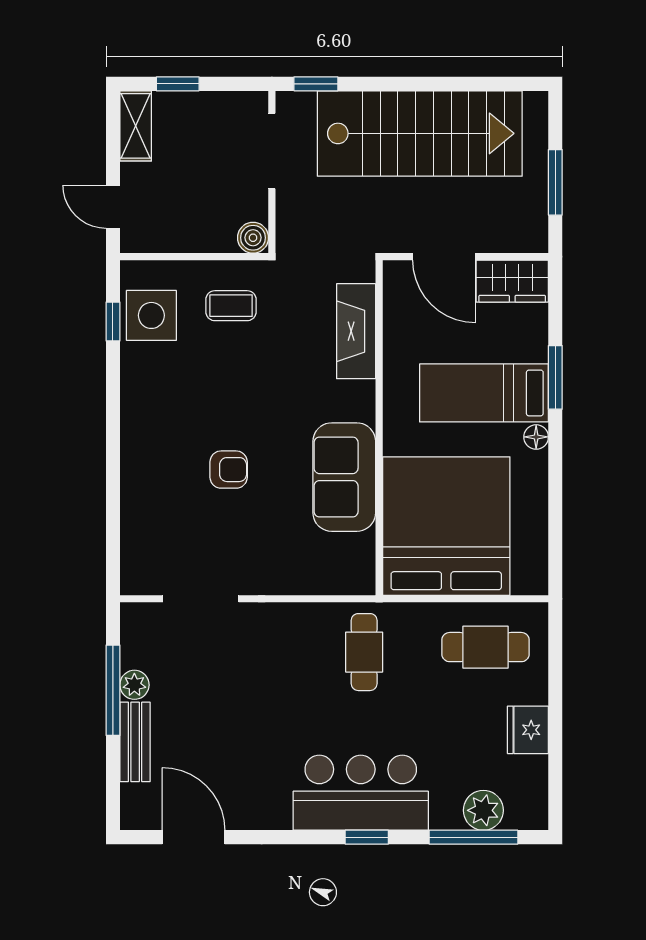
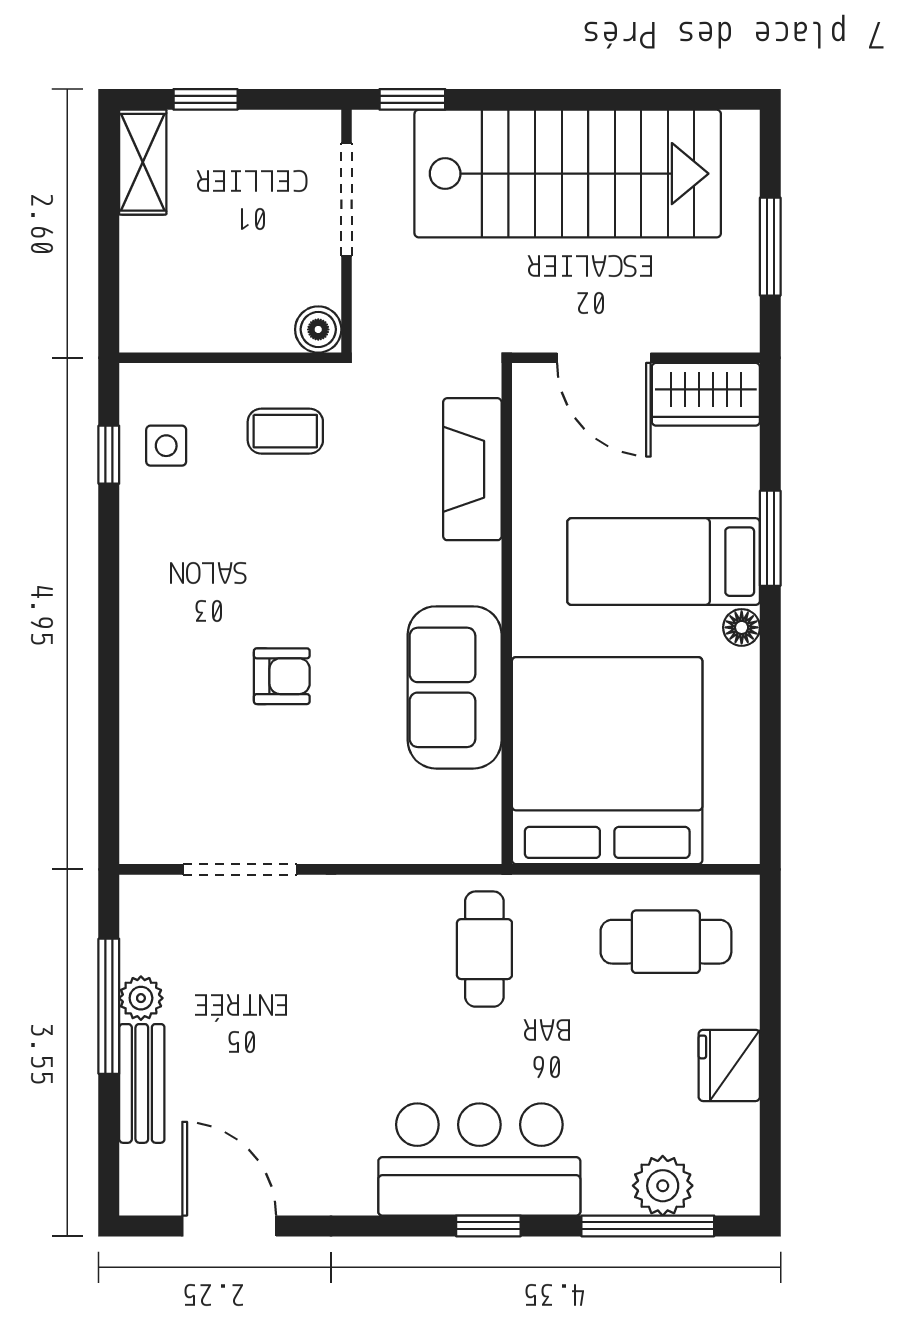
door: (113, 207) -> (109, 283), removed
side table: (151, 315) -> (166, 446), width x0.54, depth x0.54

